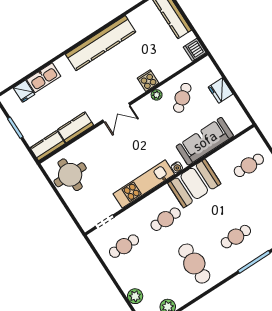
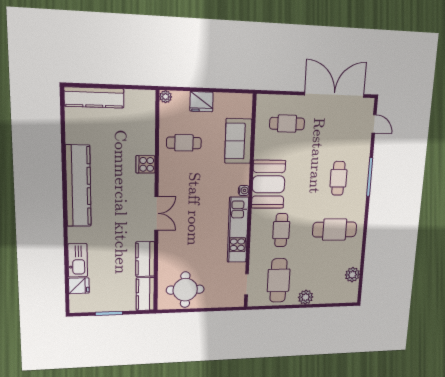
dishwasher: (195, 50) -> (145, 99), removed
plant: (157, 95) -> (166, 97), moved
cafe table: (182, 98) -> (184, 143), turned -53
sofa: (205, 141) -> (238, 141), width x0.73
cafe table: (249, 165) -> (287, 124), turned 90
cafe table: (124, 246) -> (279, 280), width x1.37, depth x1.35
plant: (135, 296) -> (306, 297), moved

